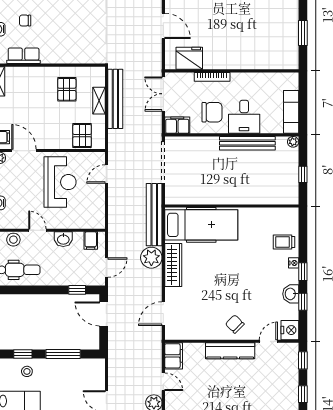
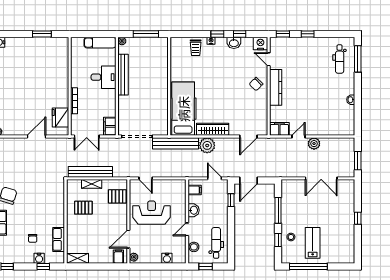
chair: (212, 112) -> (100, 101), removed
window: (303, 174) -> (146, 34), width x2.17
door: (163, 314) -> (248, 137), hinge flipped

